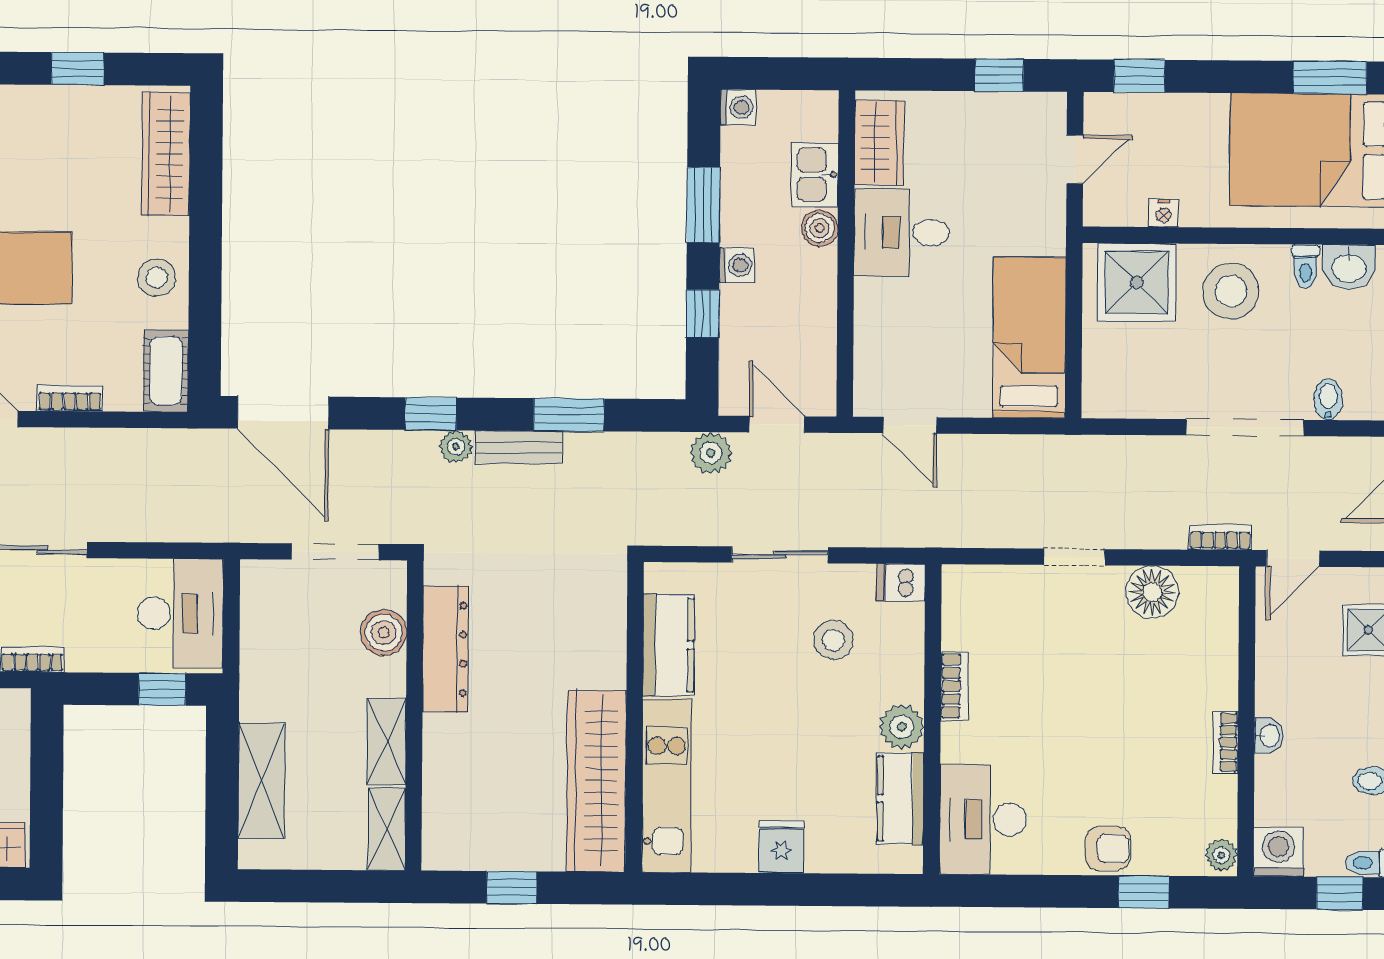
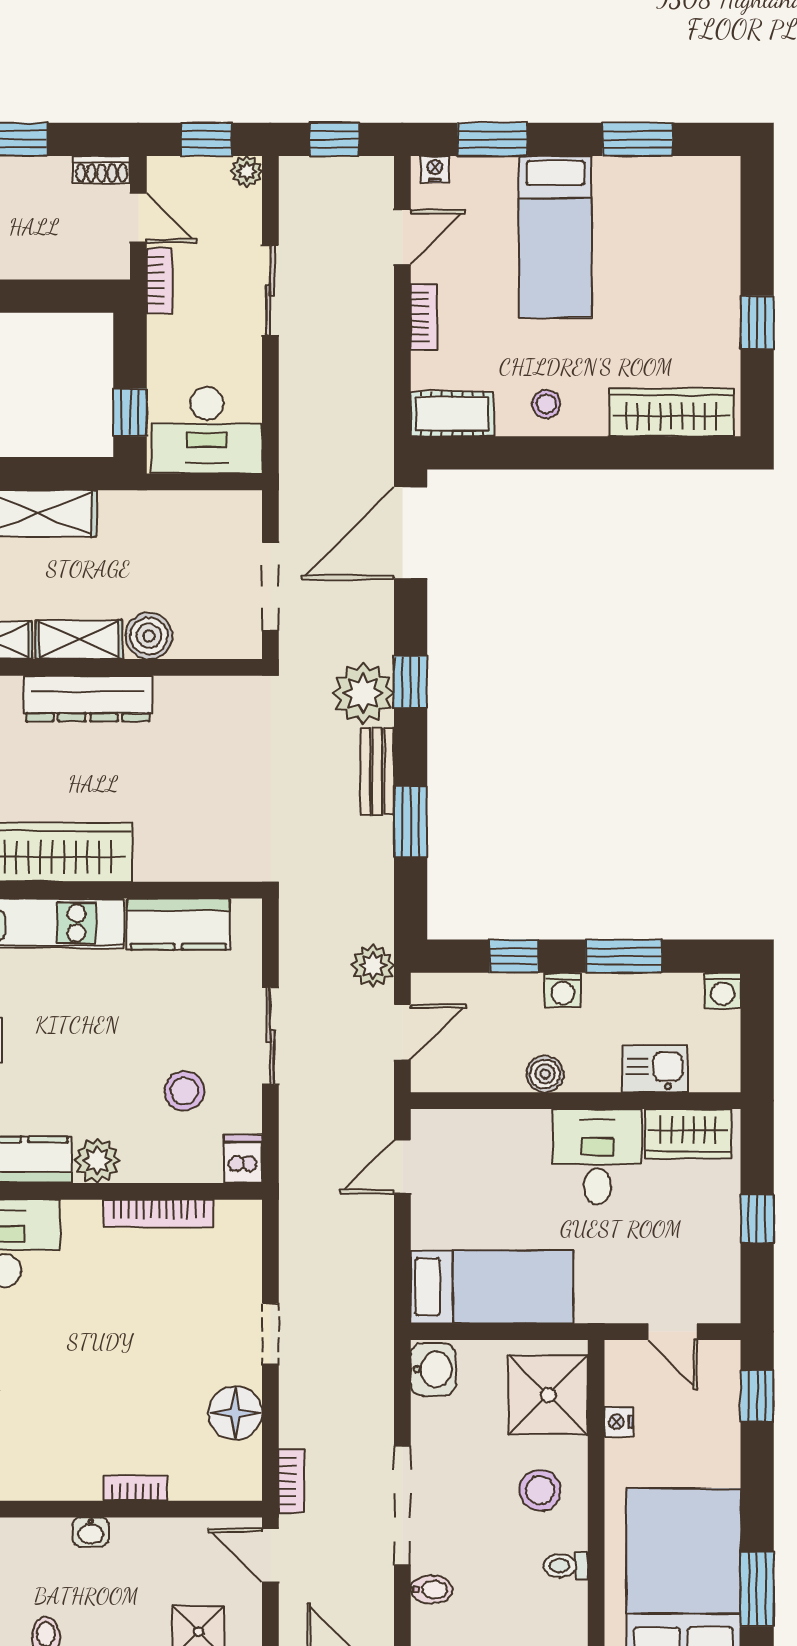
window: (999, 75) -> (757, 1219), moved
boiler: (820, 228) -> (545, 1074), moved
washbasin: (1349, 267) -> (433, 1369), moved, turned 180
stool: (157, 278) -> (546, 404), width x0.73, depth x0.73
stool: (1231, 291) -> (540, 1490), width x0.73, depth x0.73
plant: (456, 447) -> (363, 693), width x1.88, depth x1.88
boiler: (384, 633) -> (149, 636), moved
dresser: (445, 649) -> (88, 699), moved
bookcase: (954, 686) -> (158, 1214), width x1.56
bookcase: (1225, 742) -> (135, 1488), moved

